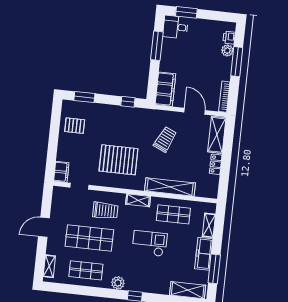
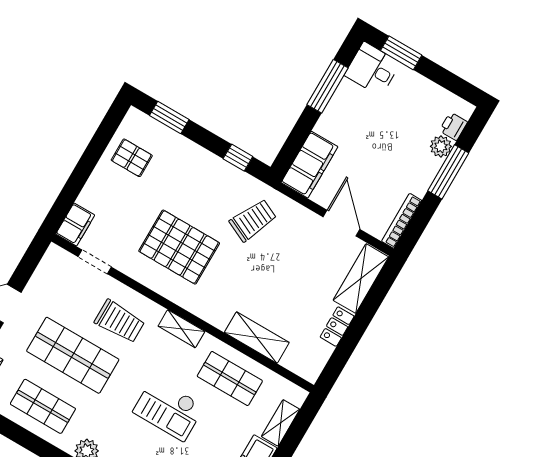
trolley: (165, 139) -> (253, 220), moved
shelving: (170, 187) -> (257, 338), width x0.68
checkout: (150, 243) -> (169, 409), turned 180

